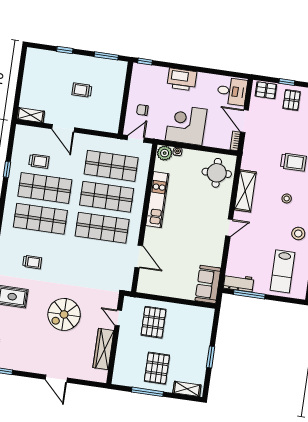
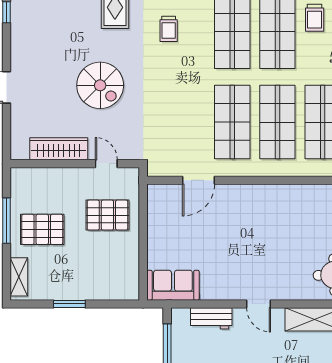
kitchen unit: (157, 200) -> (284, 195), removed
workbench: (239, 283) -> (211, 318), moved, turned 90
spiral stairs: (64, 314) -> (100, 85), turned 180
door: (118, 318) -> (106, 164), hinge flipped

